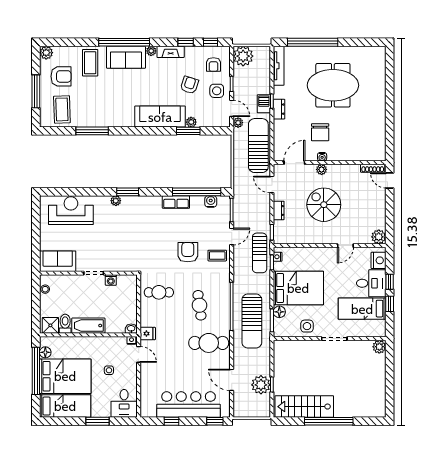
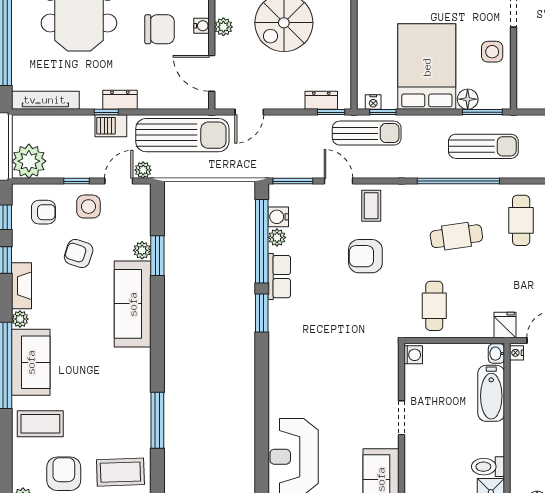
sun lounger: (258, 146) -> (182, 135), turned 180
window: (128, 192) -> (262, 313), moved
plant: (116, 201) -> (277, 237), moved
dresser: (279, 210) -> (321, 100), moved
washing machine: (111, 280) -> (413, 355), moved
sun lounger: (252, 321) -> (483, 146), width x0.73, depth x0.75
bathtub: (88, 326) -> (491, 393), moved
cafe table: (209, 343) -> (521, 220), width x0.73, depth x0.74

